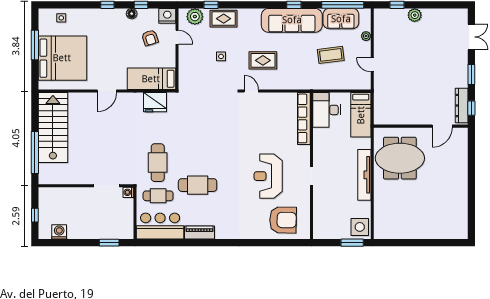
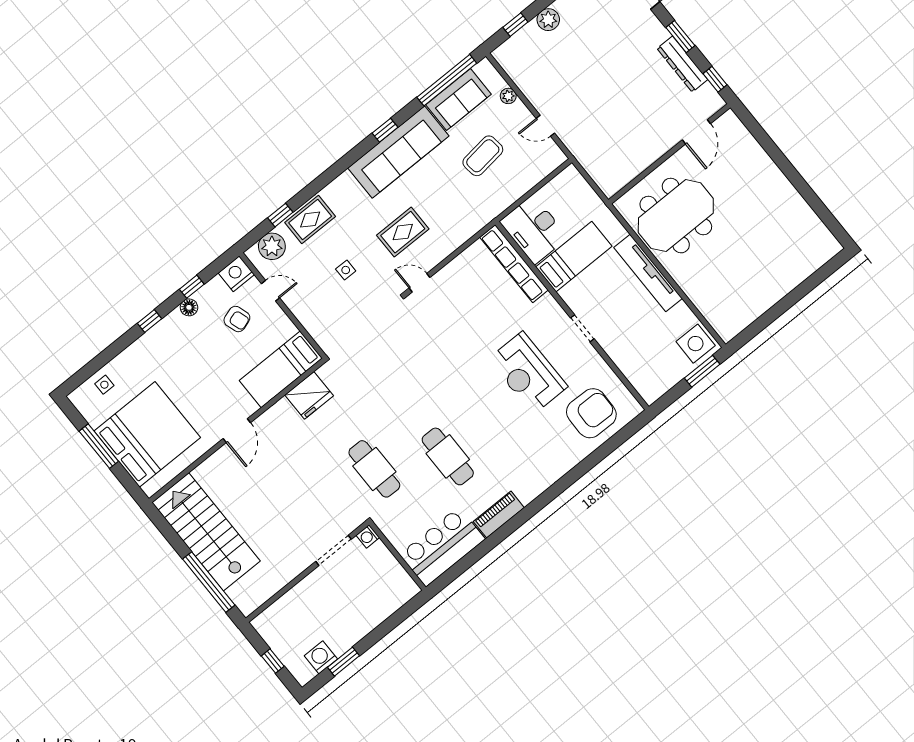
dresser: (462, 106) -> (682, 64), moved
bed: (361, 115) -> (574, 257), moved, turned -90
cafe table: (198, 185) -> (448, 456), turned 90
cafe table: (158, 196) -> (409, 510), removed
window: (109, 243) -> (343, 662), moved

